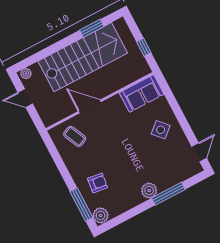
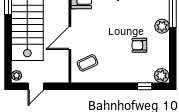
armchair: (98, 183) -> (139, 45), moved, turned -97
window: (81, 204) -> (145, 86), width x0.46

